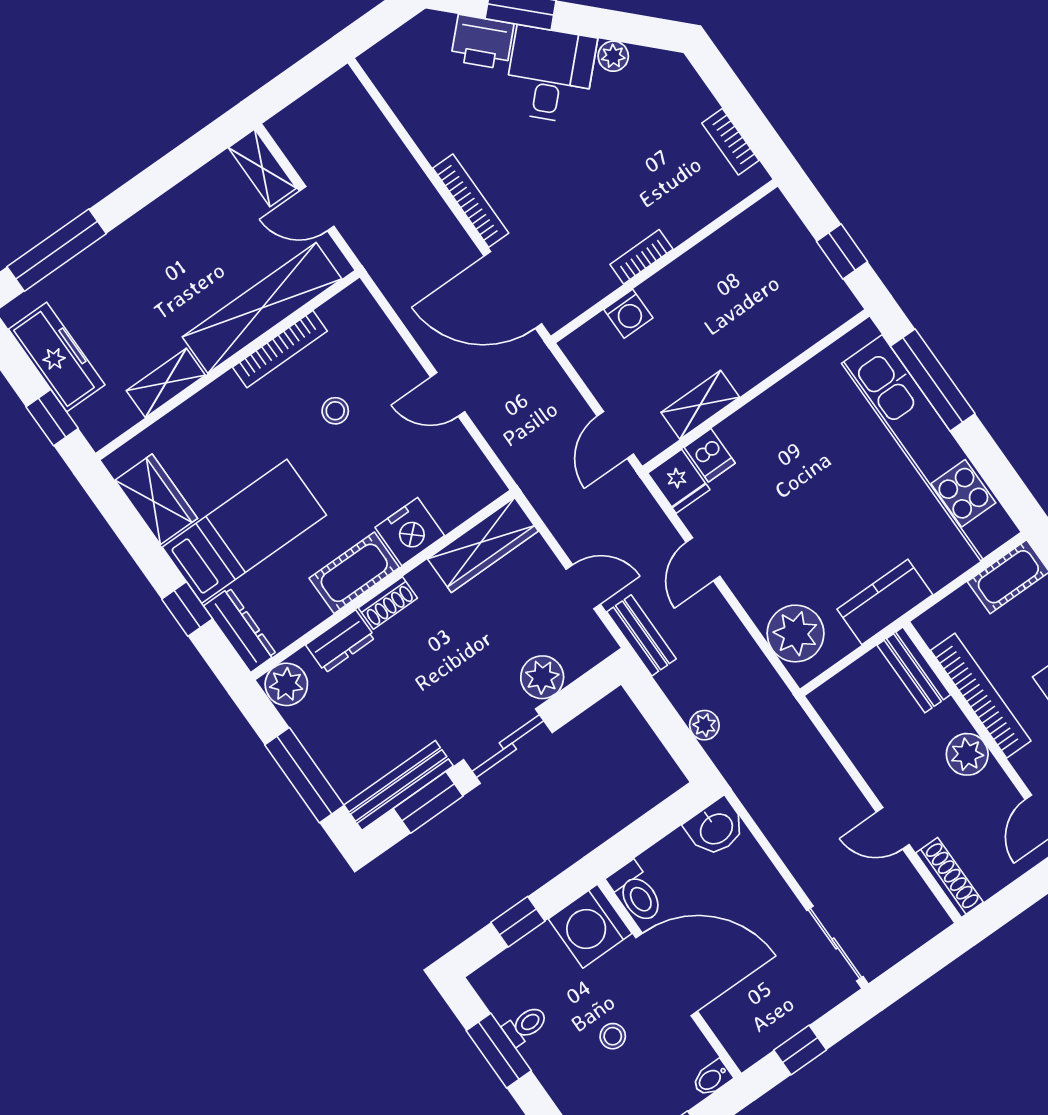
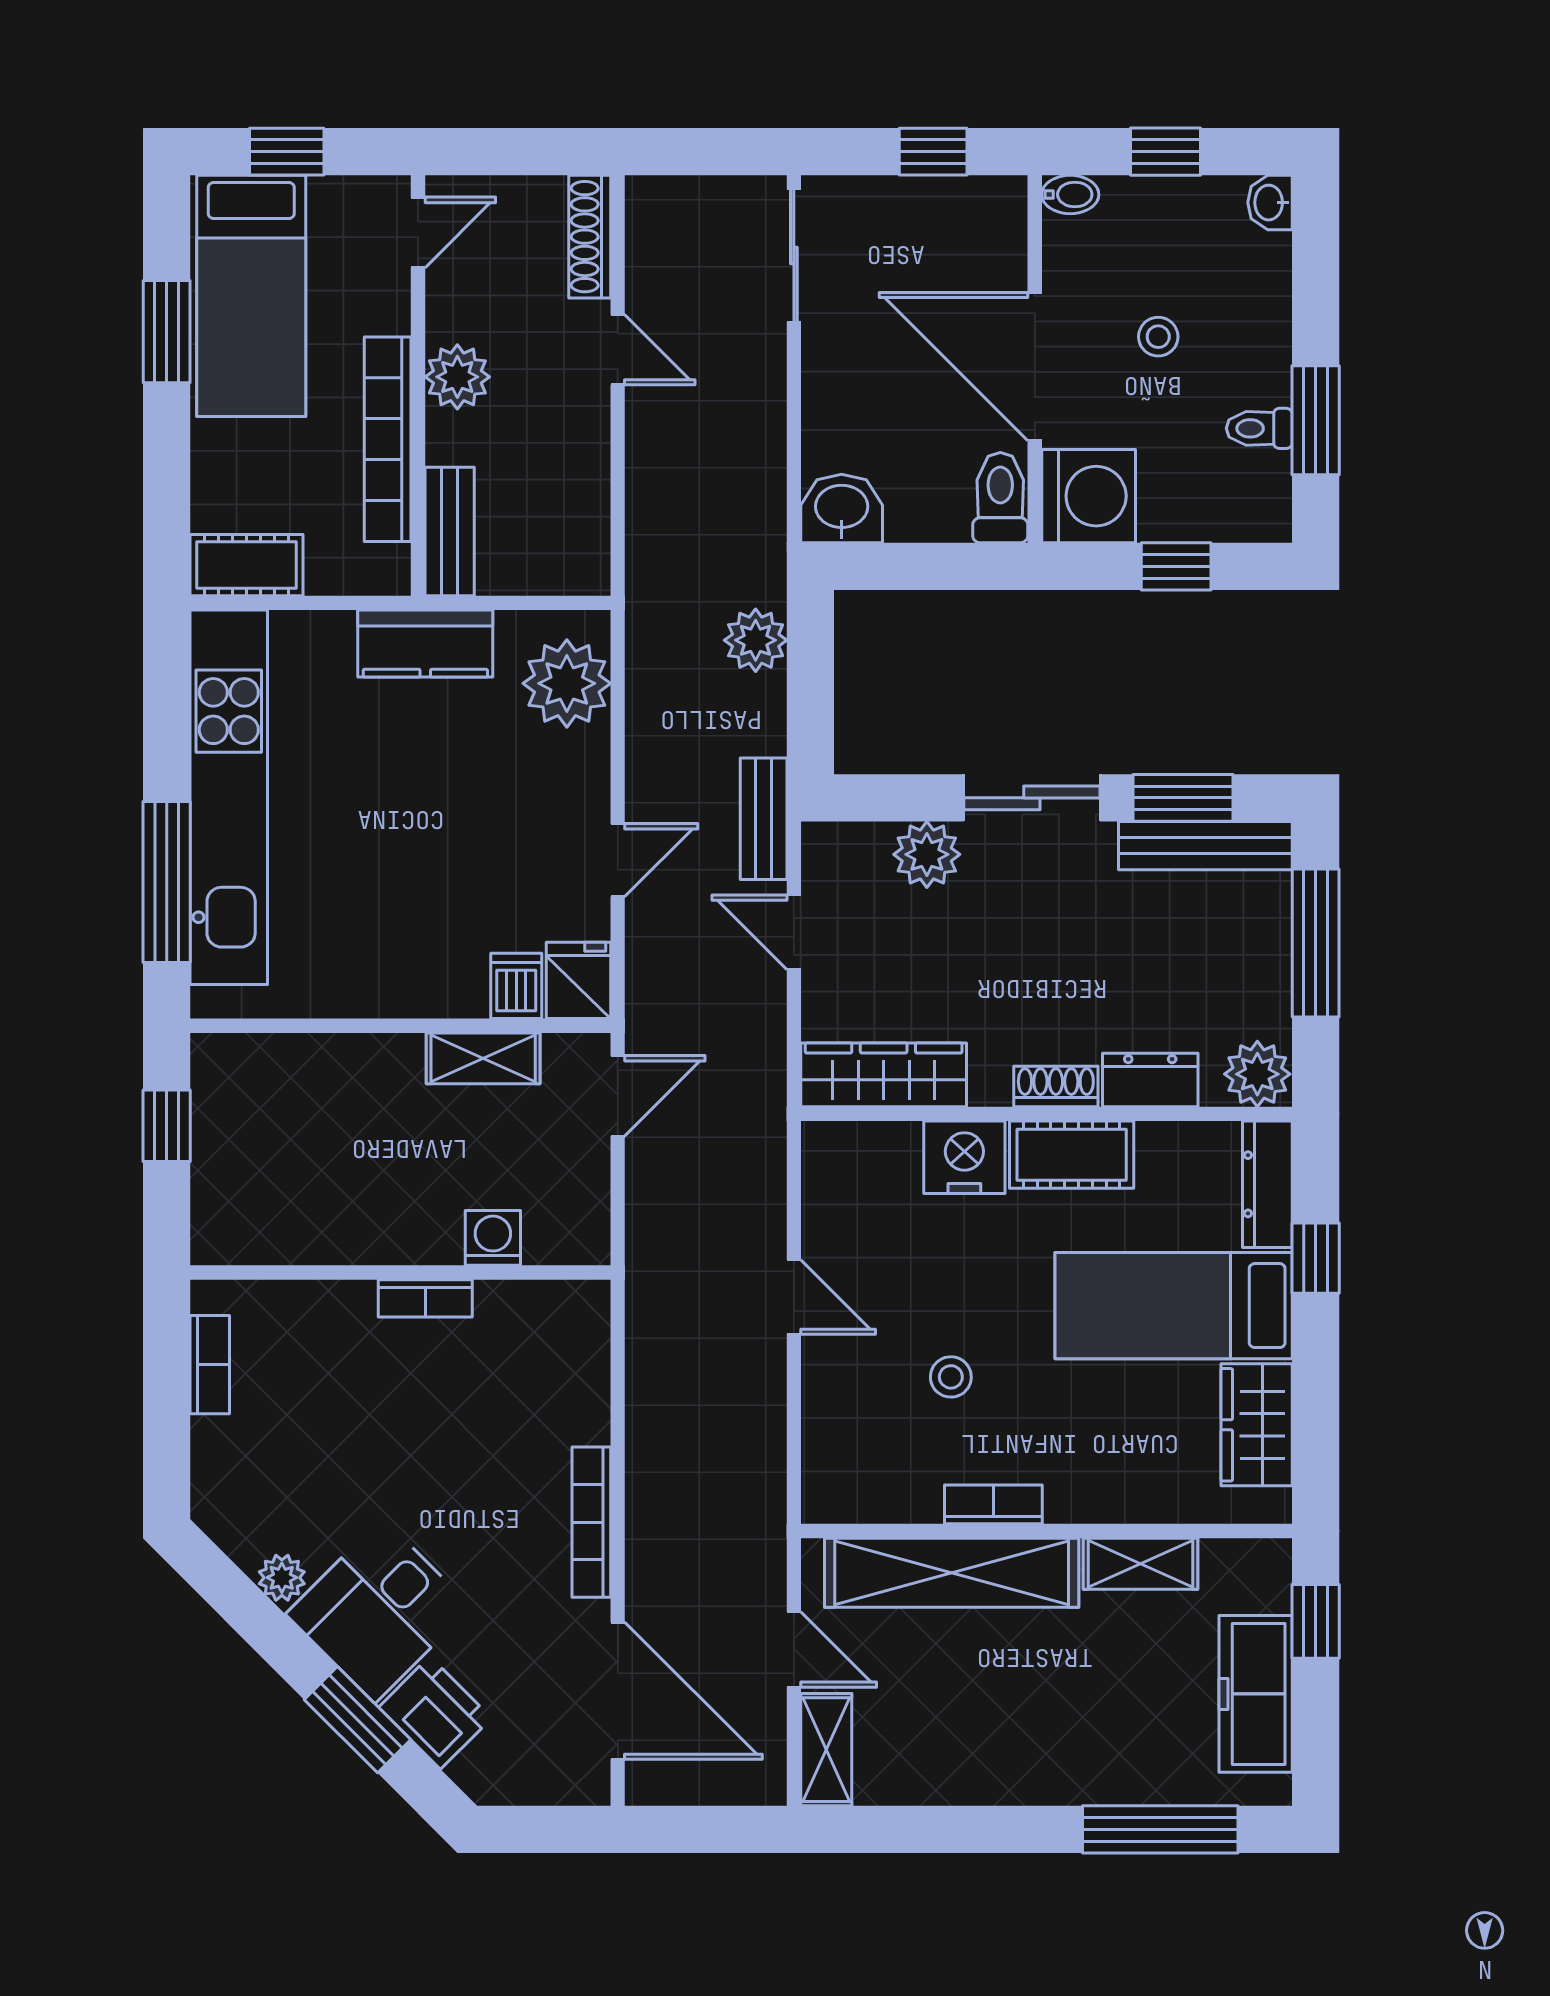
door: (513, 290) -> (618, 1691), moved
bookcase: (280, 349) -> (993, 1504), width x0.64
plant: (704, 725) -> (756, 640), width x1.38, depth x1.38

